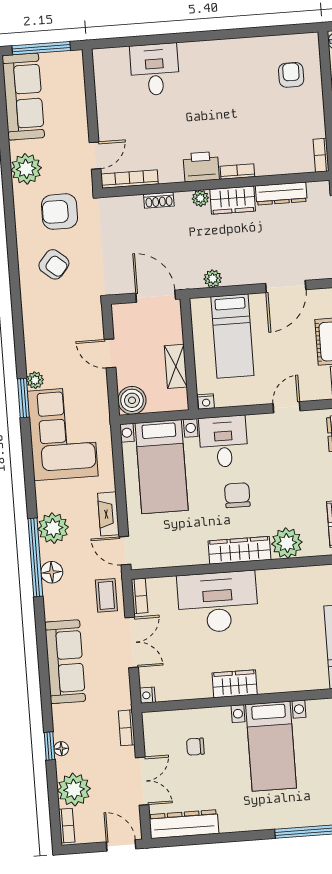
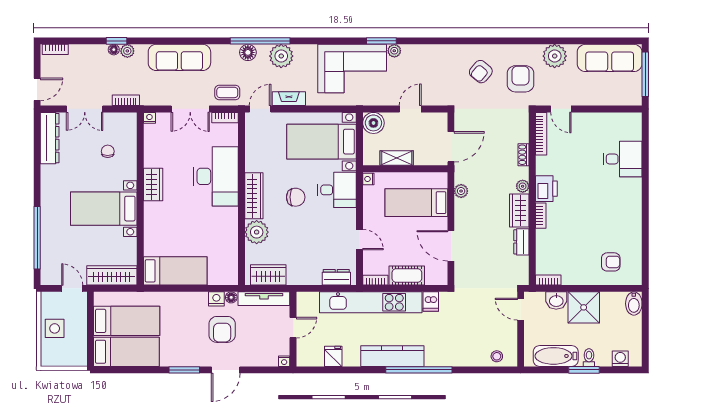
dresser: (281, 194) -> (521, 242), width x0.70
plant: (74, 790) -> (127, 51), moved, width x0.53, depth x0.53

